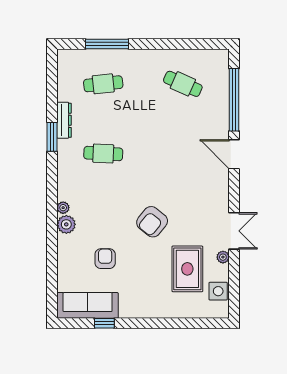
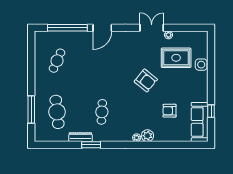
cafe table: (103, 84) -> (57, 112), width x1.37, depth x1.35
side table: (218, 291) -> (201, 65), moved

